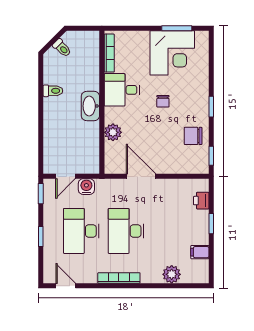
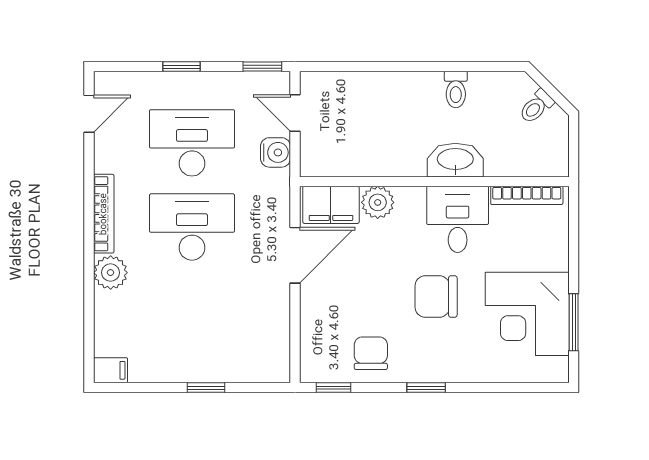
chair: (163, 101) -> (436, 296), width x1.87, depth x1.87
washbasin: (90, 106) -> (455, 160), moved
filing cabinet: (114, 157) -> (331, 205), added
printer: (201, 201) -> (249, 369), removed
filing cabinet: (200, 252) -> (111, 370), moved, turned 90
plant: (172, 274) -> (111, 273), moved

